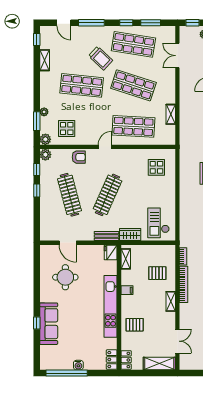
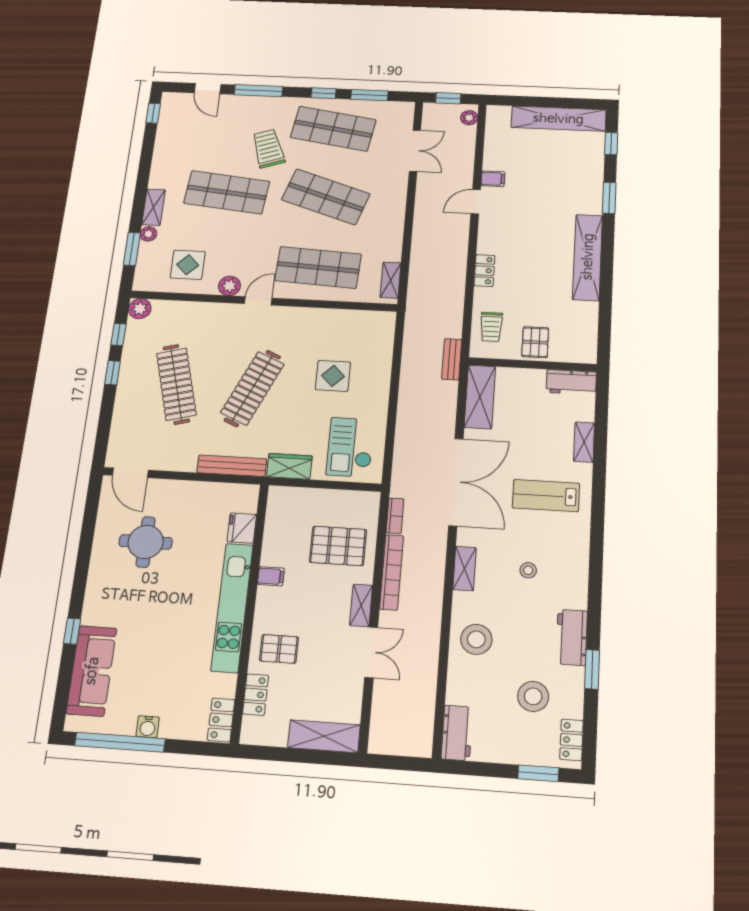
double door: (177, 56) -> (415, 151), swing flipped
trolley: (101, 58) -> (268, 149), turned -152
shelving: (45, 60) -> (154, 207), moved
shelving: (171, 114) -> (391, 280), moved
plant: (45, 139) -> (229, 286), moved
armchair: (79, 157) -> (204, 317), removed
display table: (156, 167) -> (333, 376), moved
bench: (106, 236) -> (232, 466), width x1.36
door: (68, 243) -> (130, 473), moved
fridge: (111, 252) -> (242, 528), moved
shelving: (126, 259) -> (275, 513), removed
pallet: (157, 273) -> (338, 546), width x1.50, depth x1.42
sofa: (49, 324) -> (92, 671), moved
double door: (177, 341) -> (371, 652), moved
locker: (126, 360) -> (255, 695), moved

